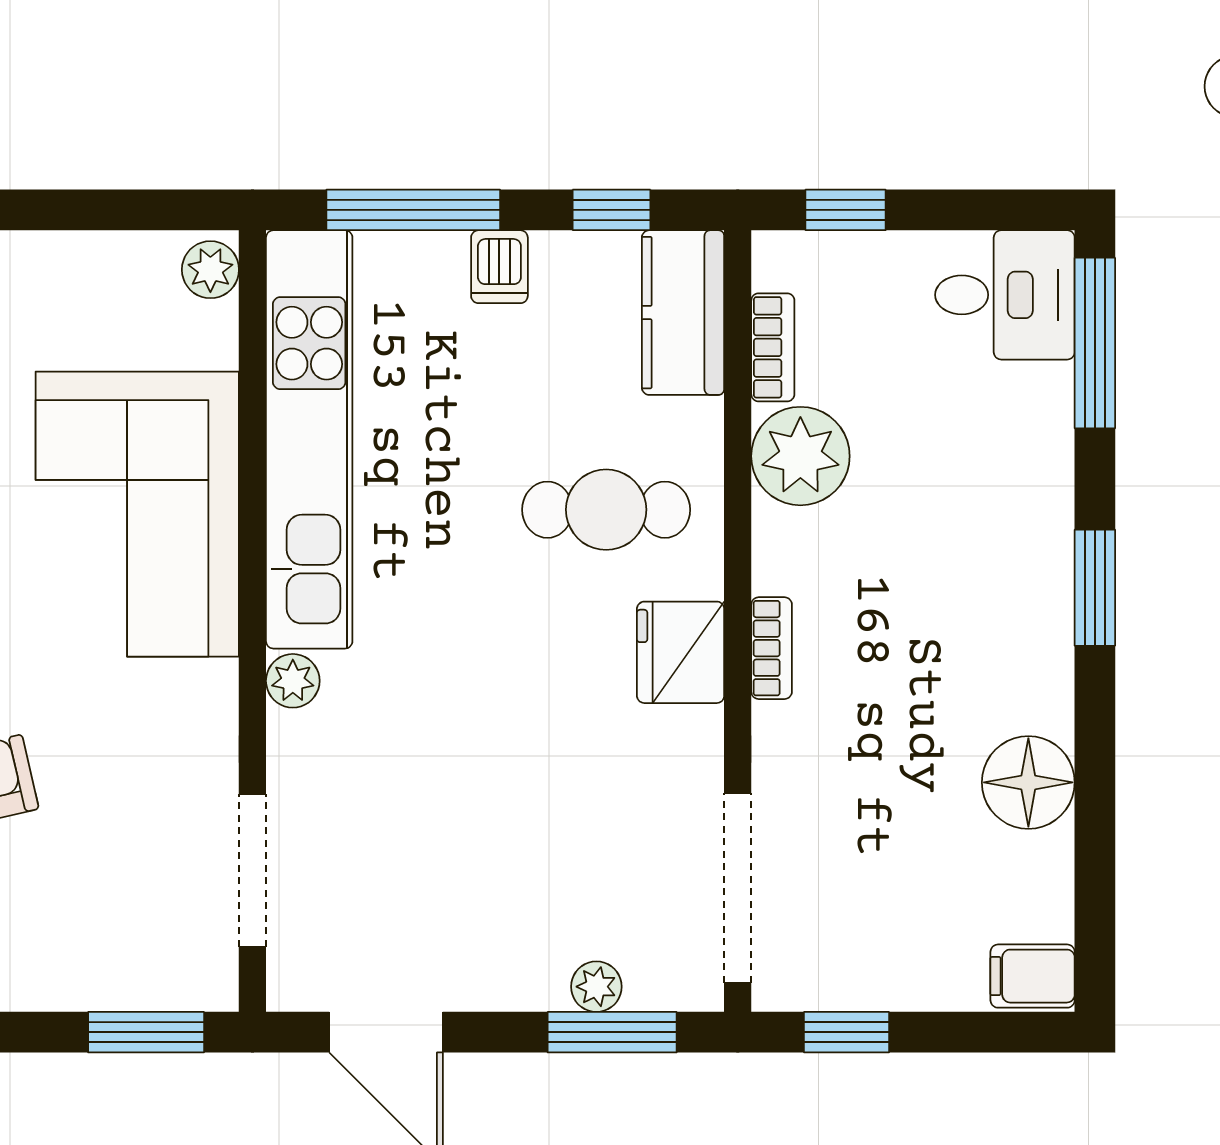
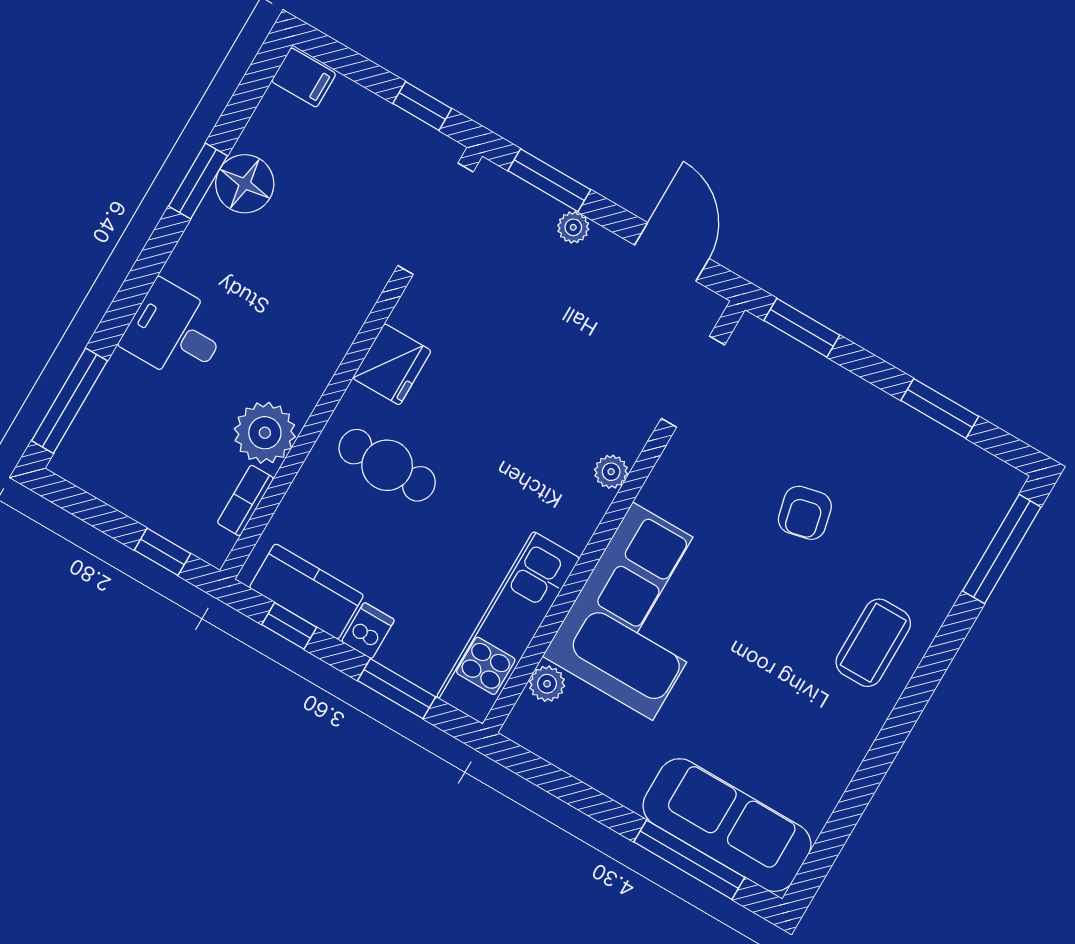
window: (413, 210) -> (397, 689), width x0.69
plant: (210, 270) -> (547, 684), moved
desk: (1005, 295) -> (175, 332), moved
kitchen counter: (683, 313) -> (307, 591), moved, turned -90
kitchen unit: (309, 439) -> (508, 628), width x0.73
window: (1095, 588) -> (198, 181), moved
bookcase: (772, 648) -> (341, 338), removed
plant: (596, 987) -> (573, 227), moved

